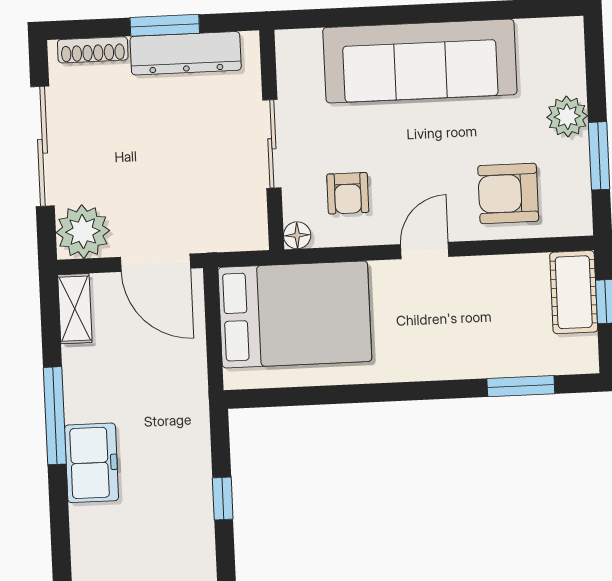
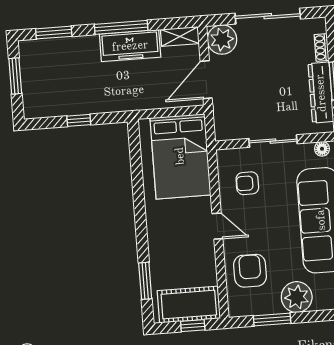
shoe rack: (93, 50) -> (322, 48), width x0.70
plant: (567, 117) -> (297, 297), width x1.36, depth x1.36
floor lamp: (297, 235) -> (322, 149), moved
cot: (574, 292) -> (189, 305), width x1.37, depth x1.34
freezer: (92, 463) -> (130, 46), moved, width x1.40
window: (60, 539) -> (54, 33), added

